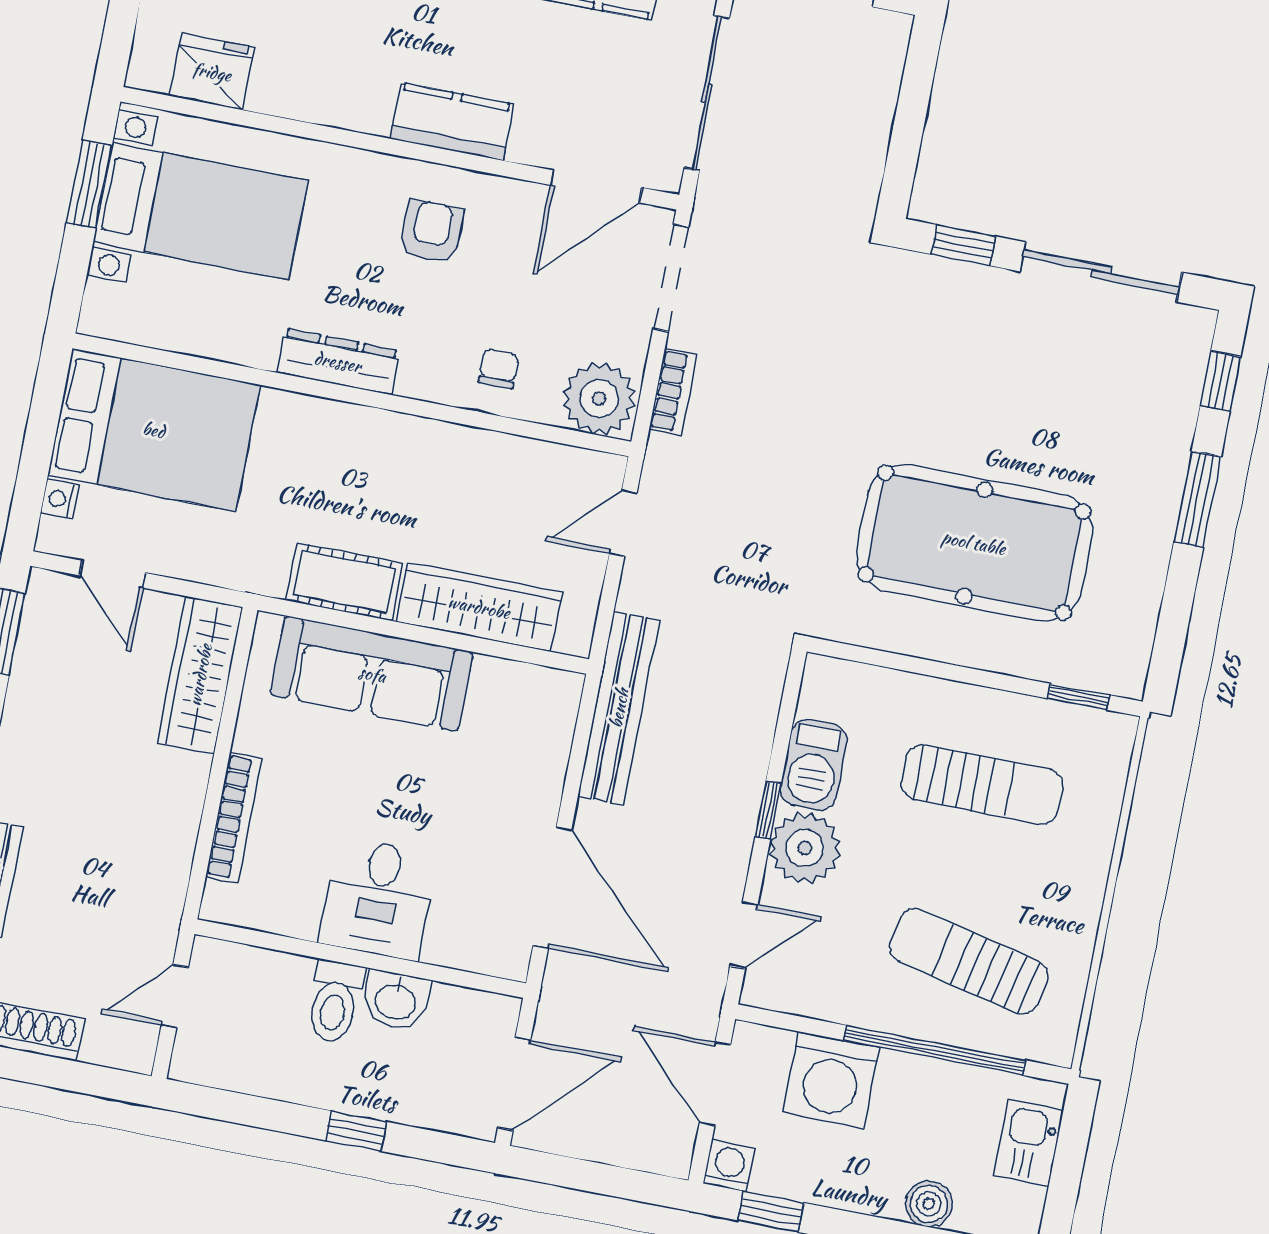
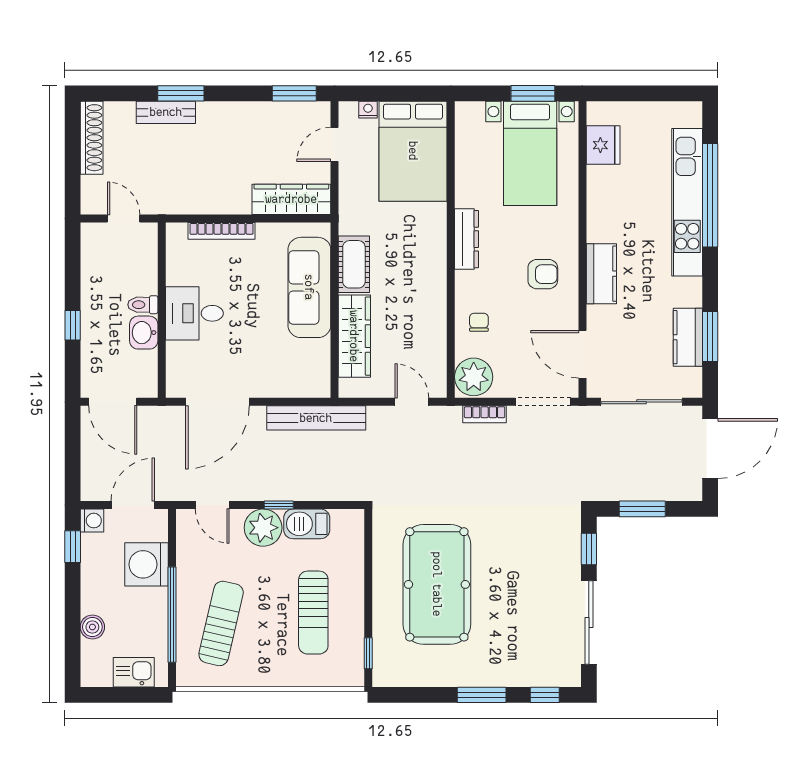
window: (908, 131) -> (642, 509), added
chair: (499, 369) -> (479, 322), turned -90
toilet: (335, 1002) -> (143, 305), width x0.73, depth x0.72

